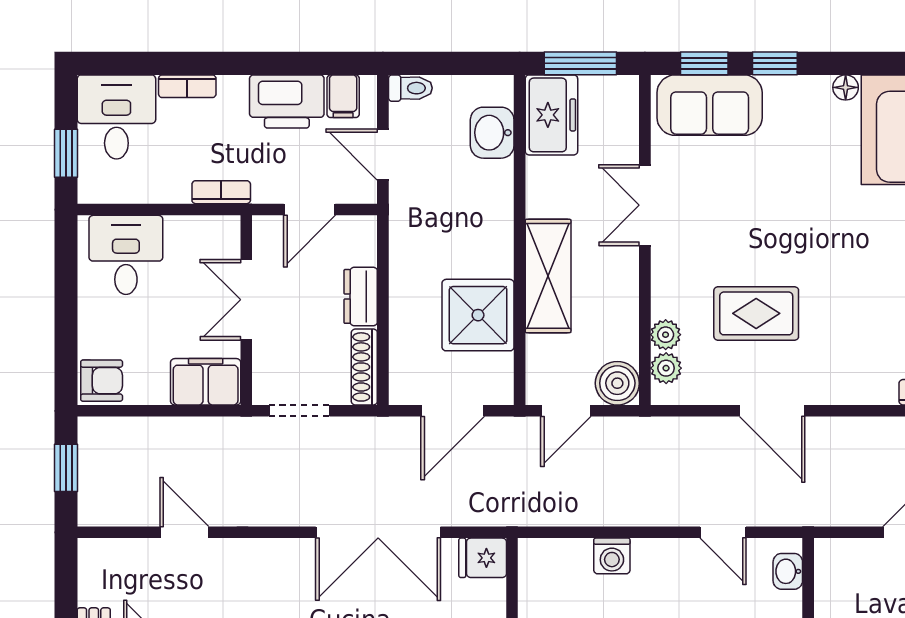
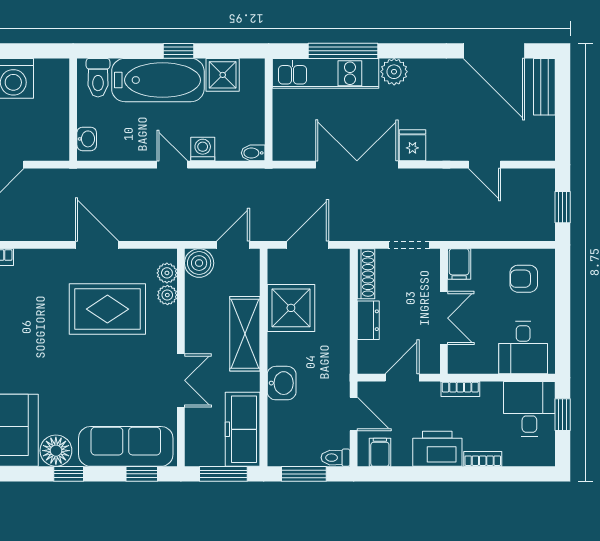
window: (458, 63) -> (304, 474), added
window: (775, 63) -> (69, 474), moved
floor lamp: (846, 87) -> (56, 451), width x1.89, depth x1.89
printer: (287, 101) -> (437, 449), moved
sofa: (710, 105) -> (126, 446), width x1.36
freezer: (551, 115) -> (243, 429), width x1.40
desk: (116, 117) -> (529, 409), moved, turned 180
washbasin: (492, 133) -> (282, 383), moved
rug: (756, 313) -> (107, 309), width x1.36, depth x1.43
armchair: (102, 381) -> (524, 279), moved
filing cabinet: (206, 382) -> (459, 264), width x0.50
door: (723, 532) -> (172, 165), moved
bidet: (536, 550) -> (253, 153), added
fridge: (483, 558) -> (412, 145), moved, turned -90

